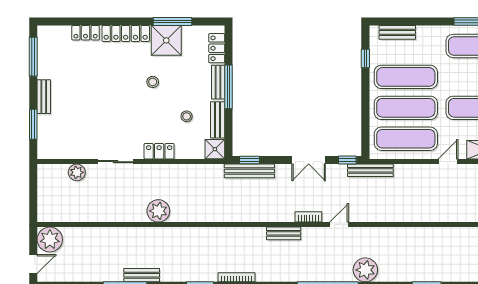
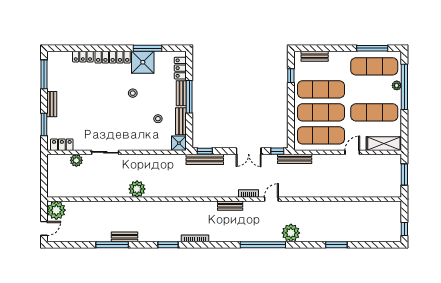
locker: (159, 151) -> (62, 145), moved

